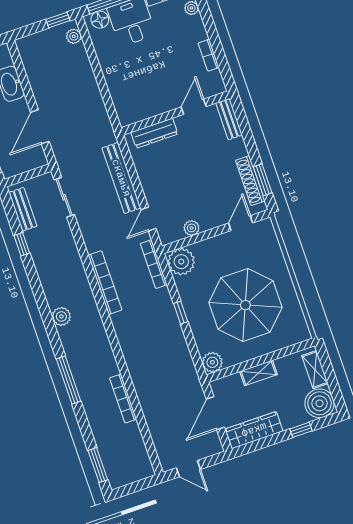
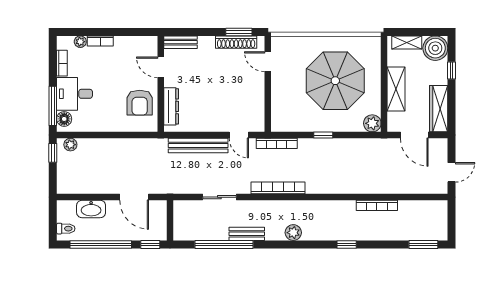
bookcase: (209, 55) -> (100, 41), moved
armchair: (147, 97) -> (140, 103), added
sliding door: (64, 197) -> (219, 197), moved
bench: (23, 209) -> (247, 234), moved
plant: (191, 228) -> (258, 103), removed
window: (22, 244) -> (224, 244), width x3.17
plant: (181, 262) -> (282, 120), removed
shelving: (259, 373) -> (396, 89), width x1.50, depth x1.33
window: (69, 380) -> (347, 244), width x0.46

